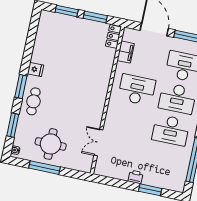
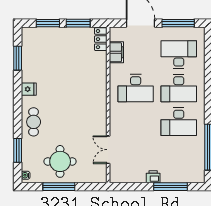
window: (21, 87) -> (18, 58), moved
desk: (137, 90) -> (136, 88), turned 180
window: (150, 190) -> (171, 187), width x1.44

